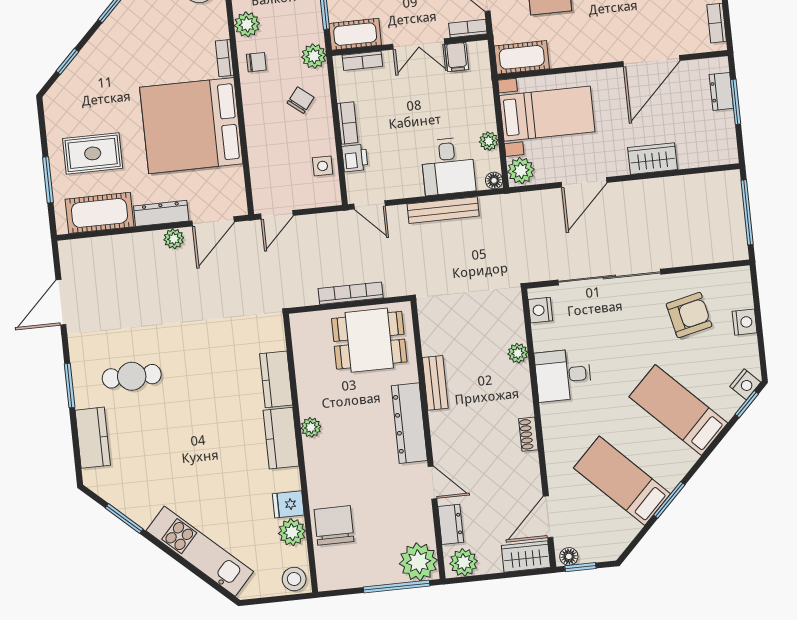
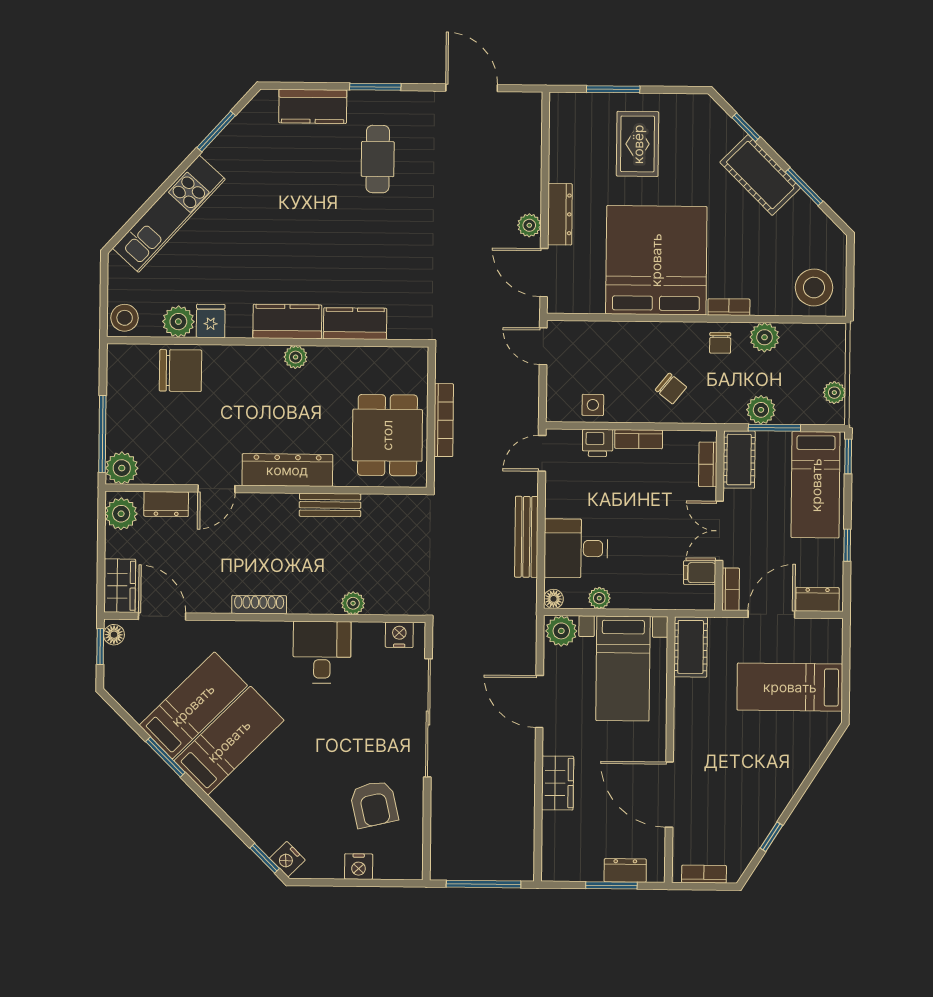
plant: (314, 56) -> (761, 410), moved
cot: (100, 213) -> (760, 175), moved, turned -45
bed: (678, 410) -> (229, 741), moved
shoe rack: (528, 434) -> (259, 605), width x1.43
plant: (418, 562) -> (122, 468), width x0.73, depth x0.73

